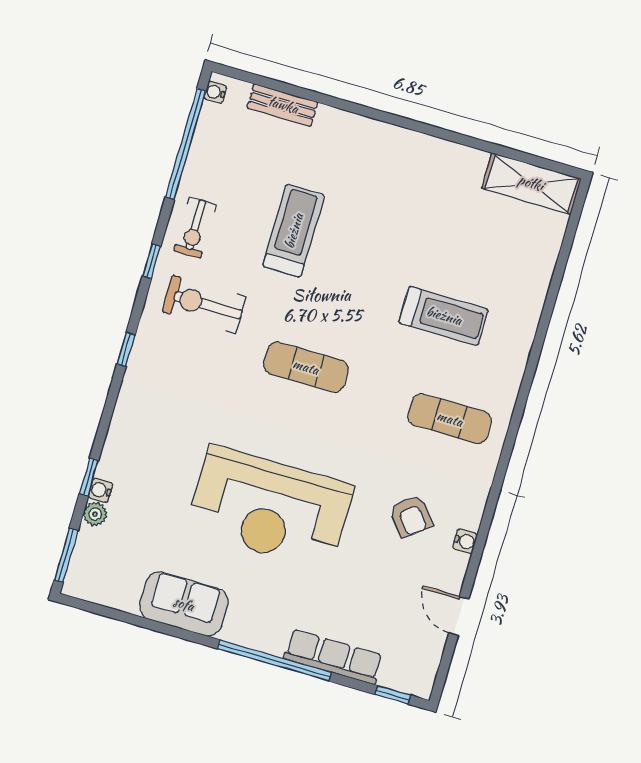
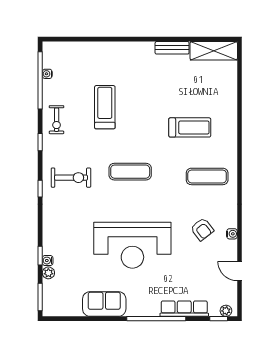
water cooler: (215, 92) -> (47, 74), moved
bench: (283, 105) -> (172, 48), moved
exercise bike: (204, 304) -> (71, 178), moved, turned 180
plant: (411, 684) -> (226, 311), added

